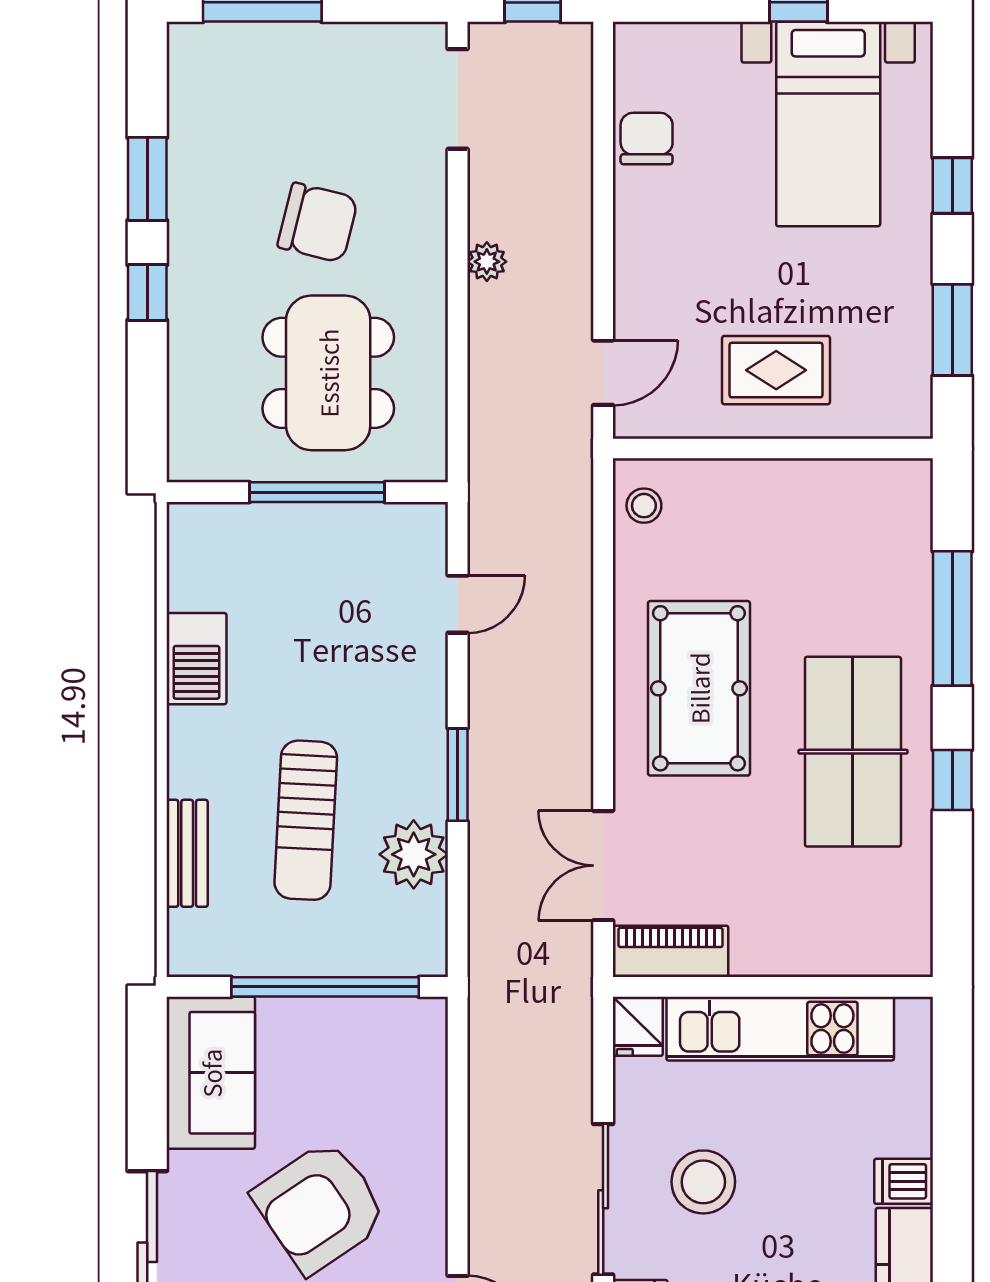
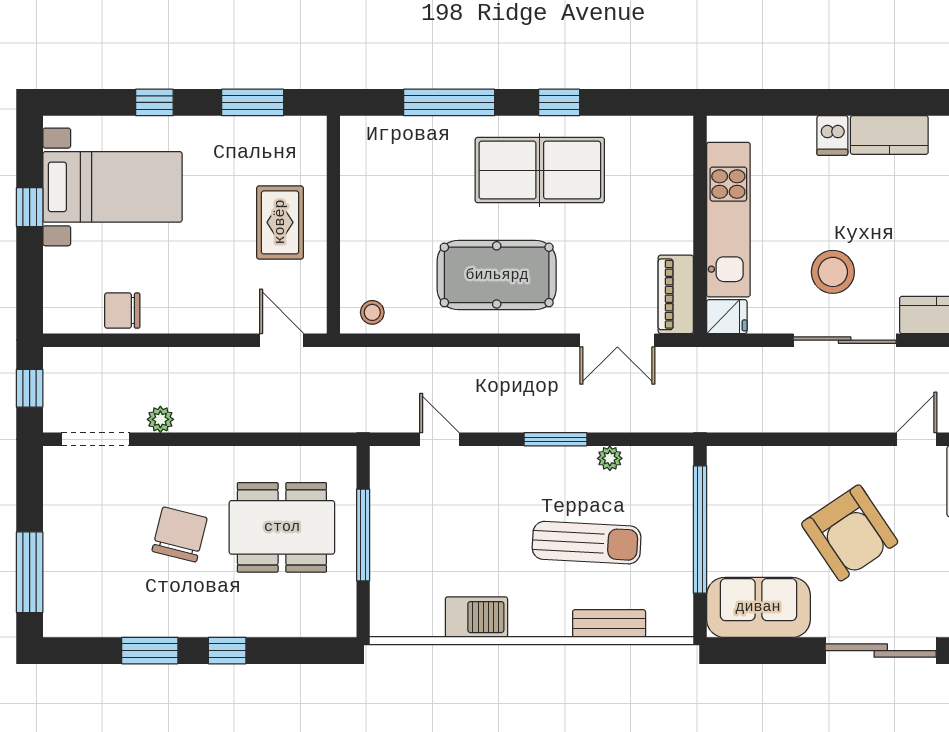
plant: (487, 262) -> (160, 419), moved
plant: (414, 854) -> (610, 458), width x0.53, depth x0.53

